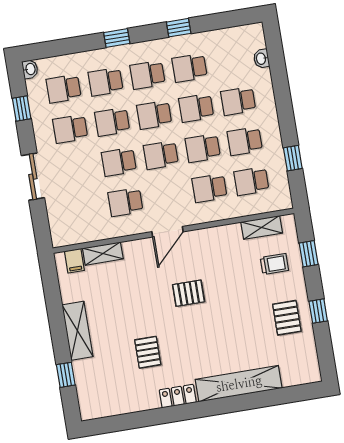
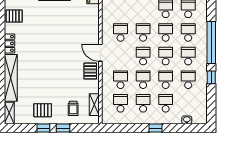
window: (117, 38) -> (211, 42), width x3.17
window: (293, 158) -> (155, 128), moved
shelving: (103, 254) -> (9, 113), moved
window: (309, 254) -> (63, 128), moved
pallet: (189, 293) -> (90, 71), moved
pallet: (148, 352) -> (14, 16), moved

